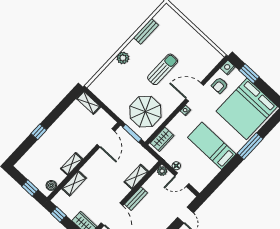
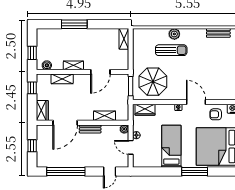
bench: (146, 31) -> (218, 33), moved
sun lounger: (163, 69) -> (171, 50), moved
window: (39, 132) -> (74, 24), width x2.17
door: (106, 138) -> (100, 72), moved

